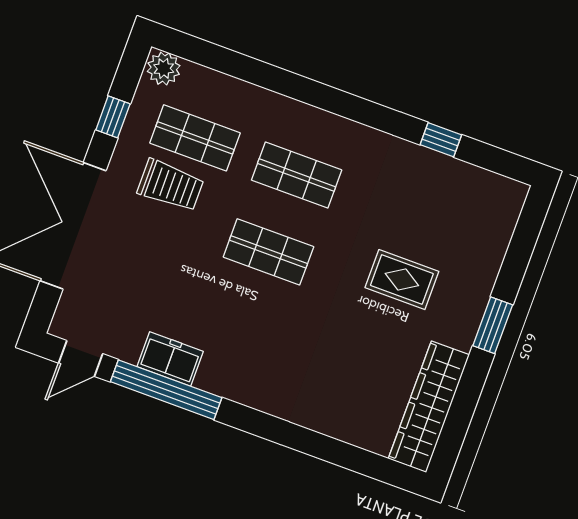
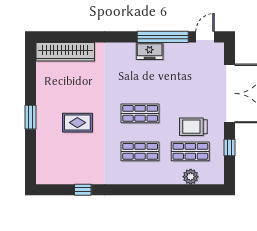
plant: (164, 69) -> (191, 177), moved
freezer: (170, 359) -> (150, 51), moved
wardrobe: (429, 407) -> (65, 52), moved, turned 90

